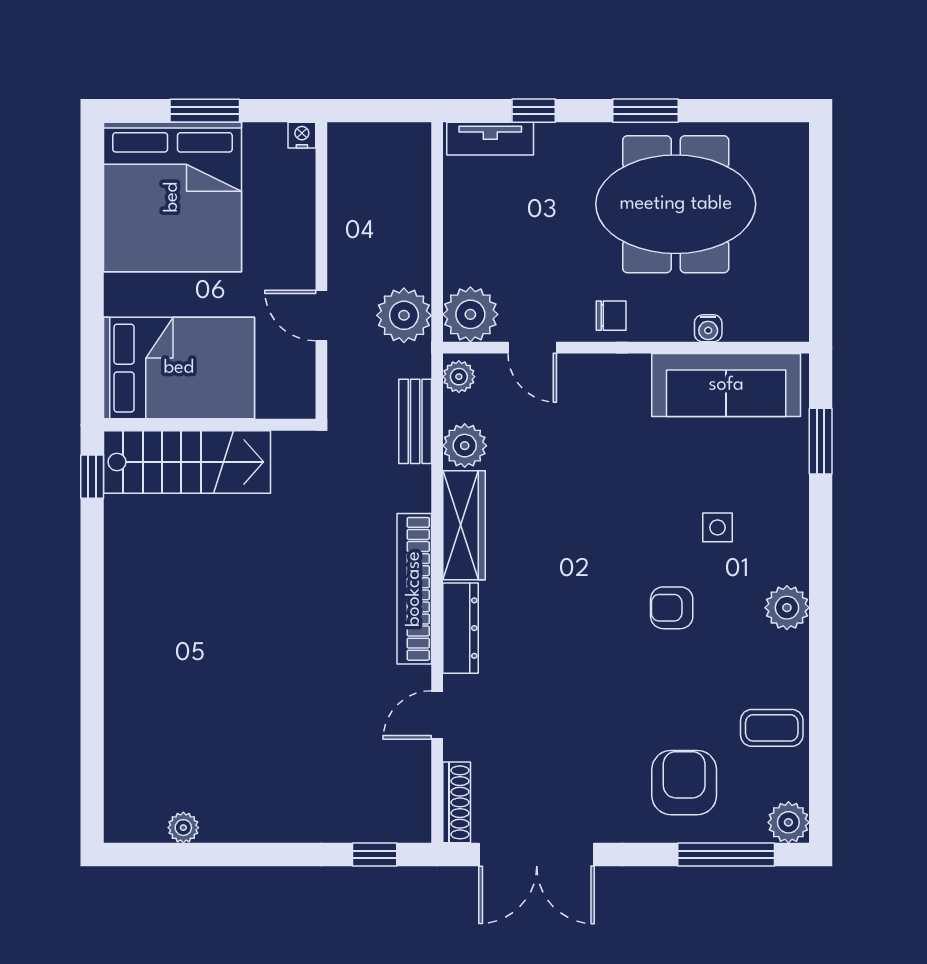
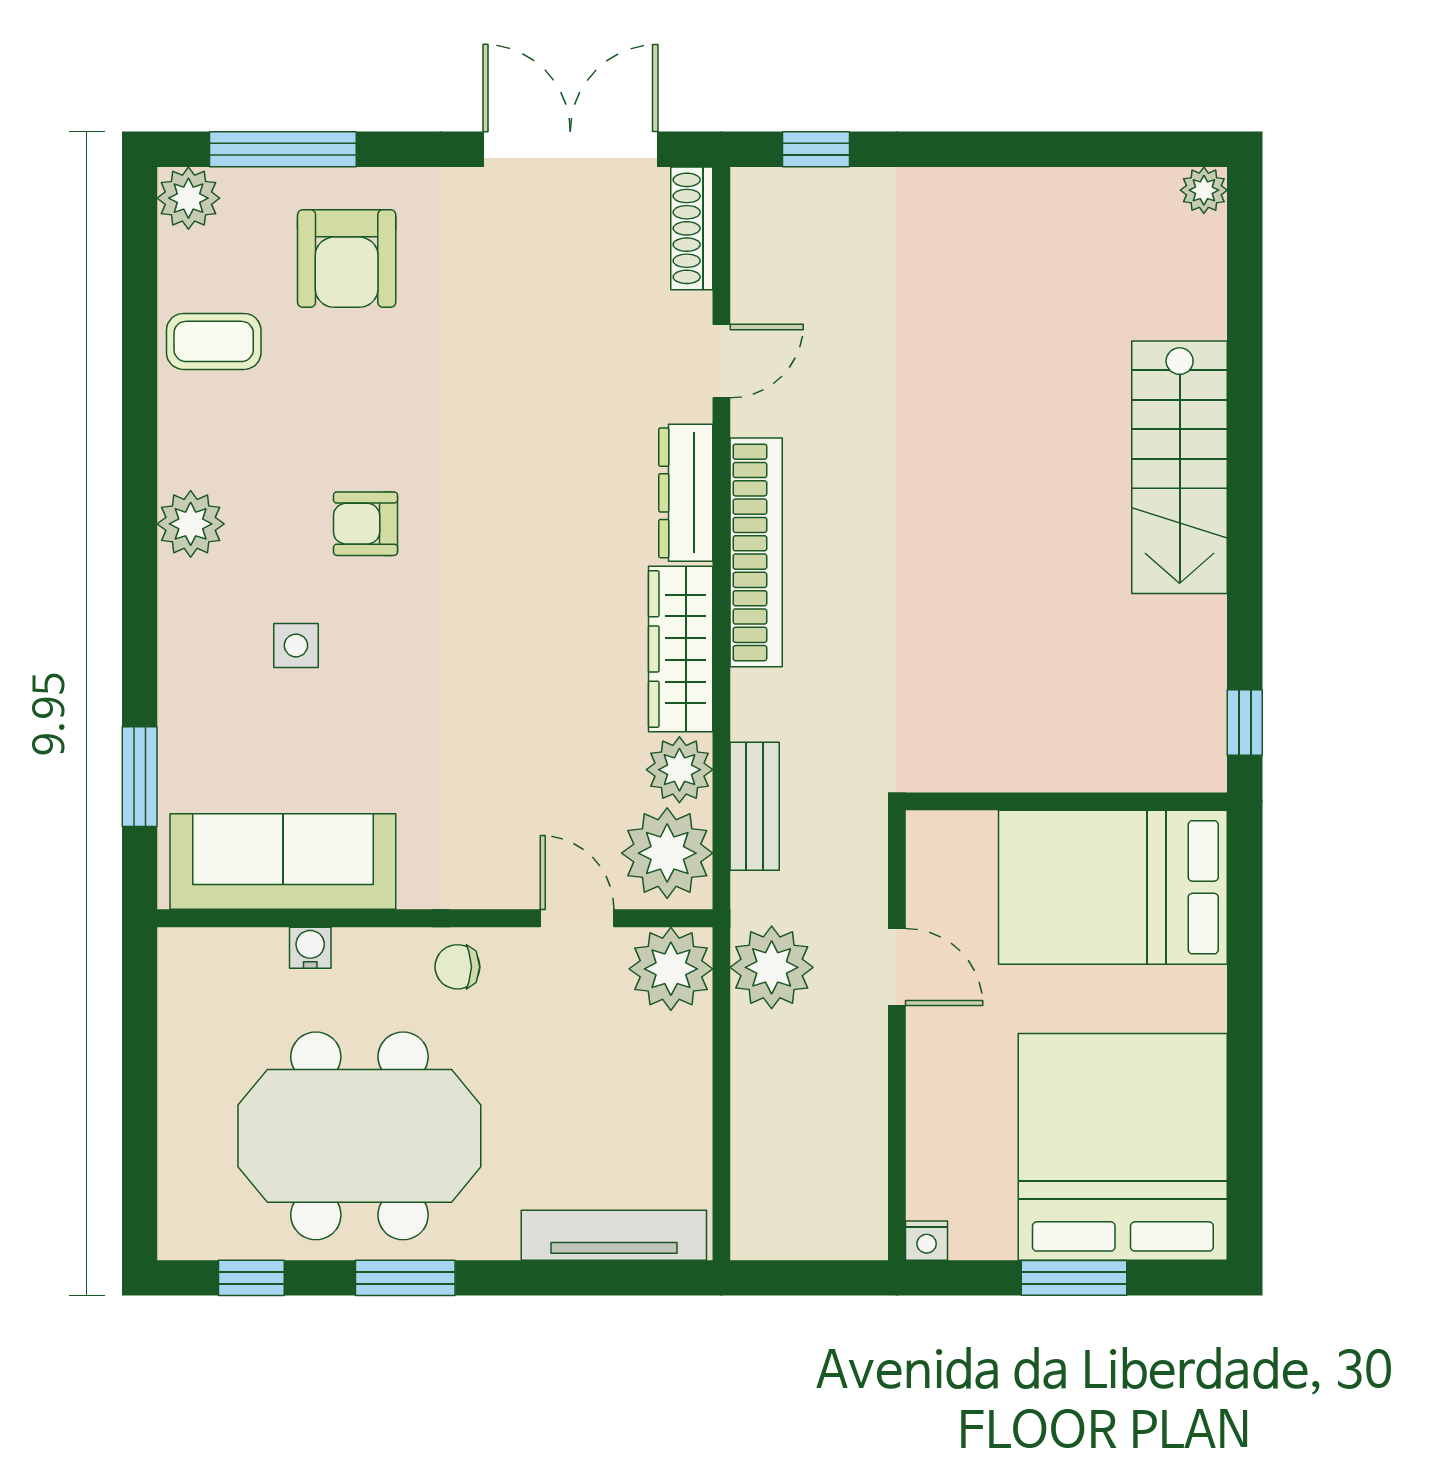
window: (534, 111) -> (251, 1278), moved
tv unit: (490, 139) -> (614, 1235), width x1.41
plant: (459, 377) -> (667, 853), width x1.87, depth x1.87
stairs: (187, 462) -> (1180, 467), moved, turned -90
armchair: (672, 608) -> (365, 524), turned 180
plant: (183, 828) -> (1204, 190), moved

